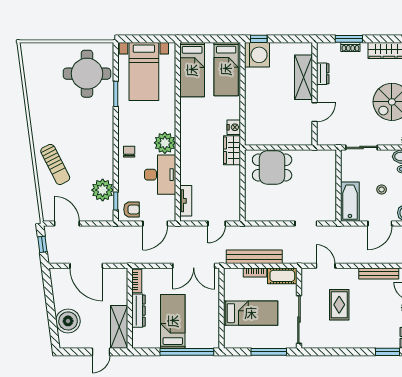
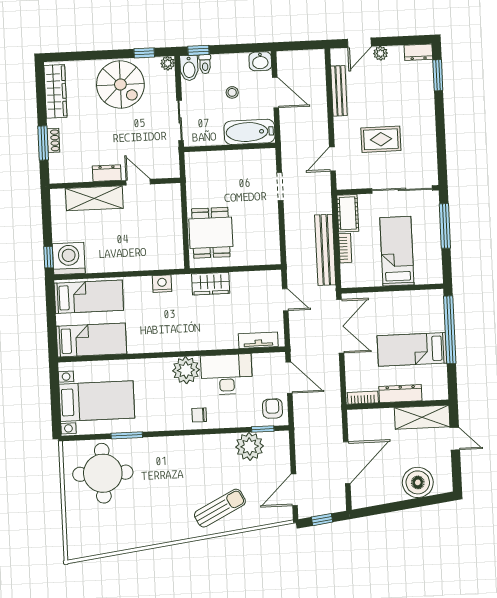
dresser: (323, 74) -> (107, 173), moved
wardrobe: (232, 150) -> (211, 284), moved

